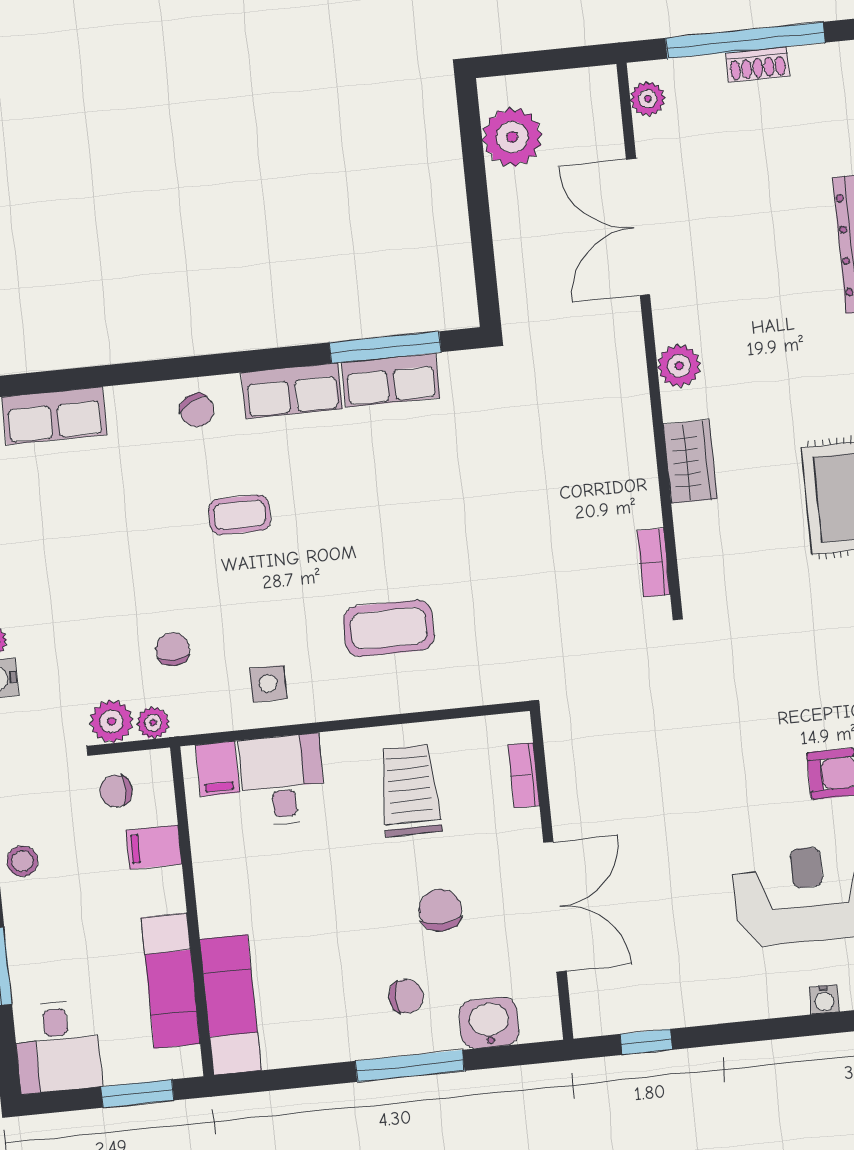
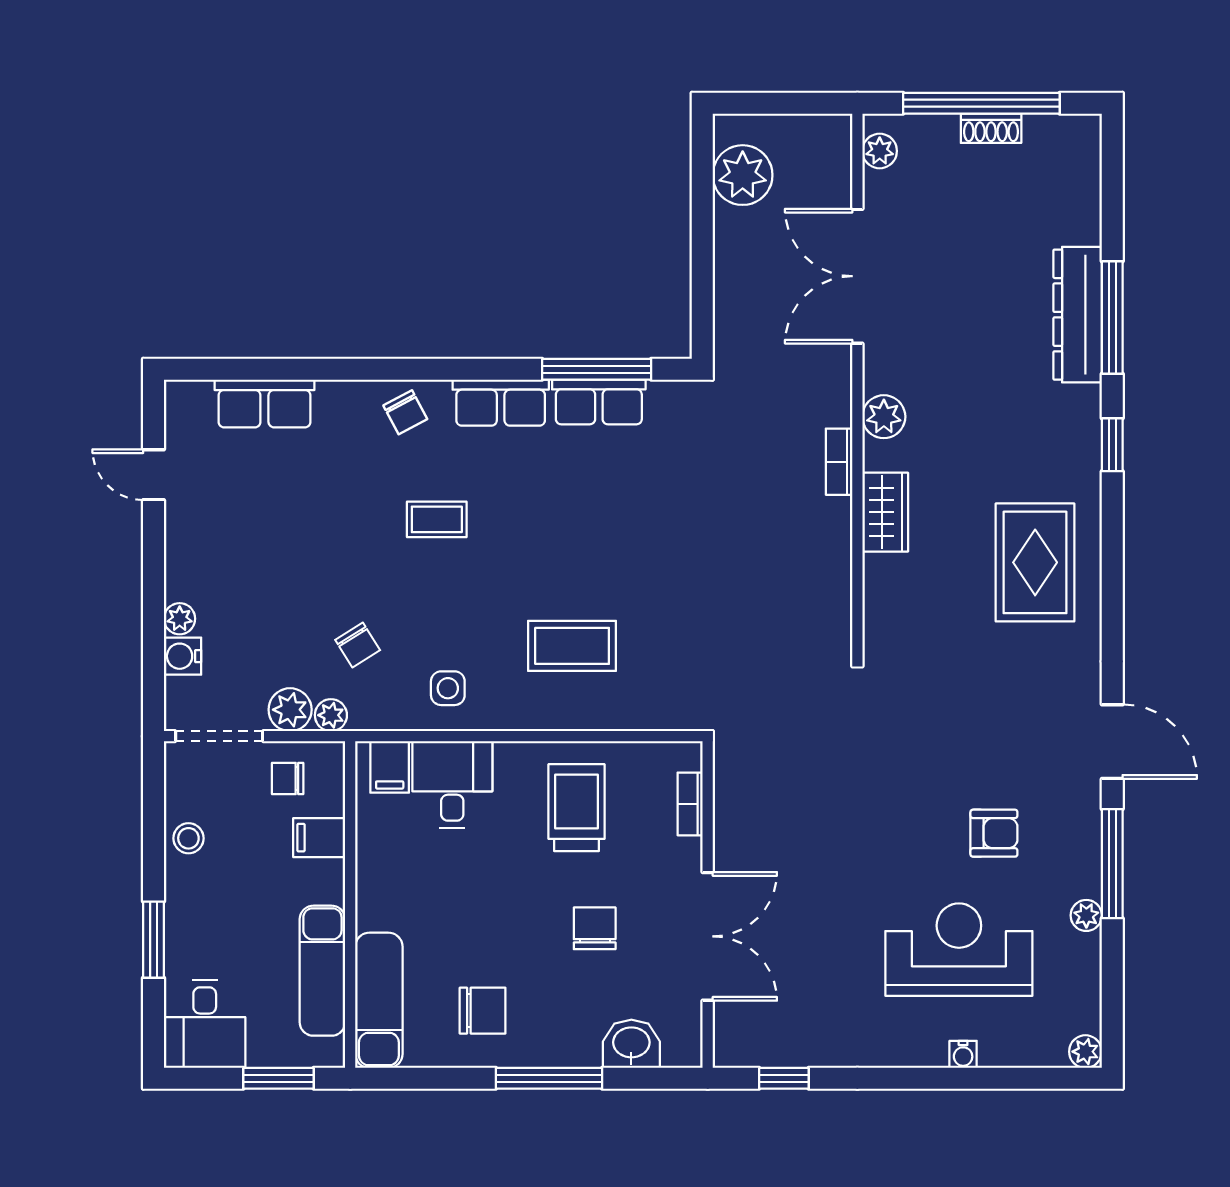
bookcase: (654, 563) -> (839, 462), moved
chair: (173, 649) -> (358, 645), turned 148
chair: (406, 996) -> (483, 1011), moved, width x1.37, depth x1.37

